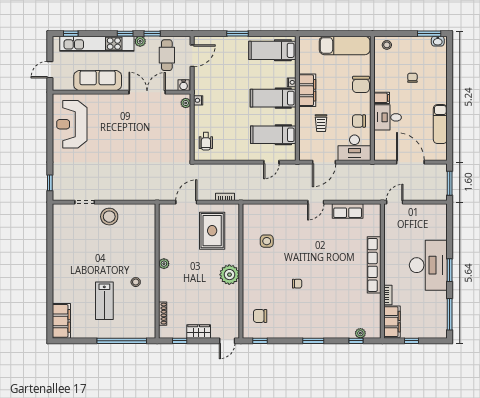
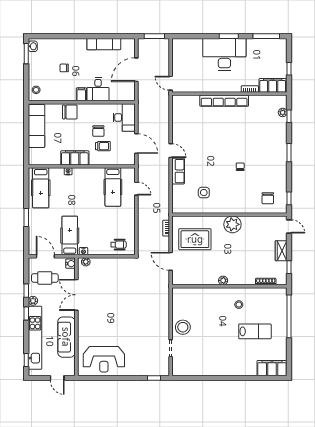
hospital bed: (273, 98) -> (70, 236), moved, turned 180
chair: (359, 121) -> (98, 131), moved
row of seats: (348, 211) -> (178, 171), moved

